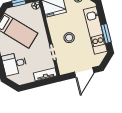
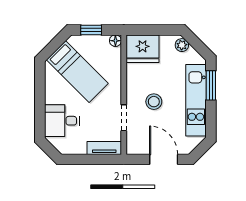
window: (106, 34) -> (211, 85), moved
door: (84, 72) -> (164, 159), swing flipped

